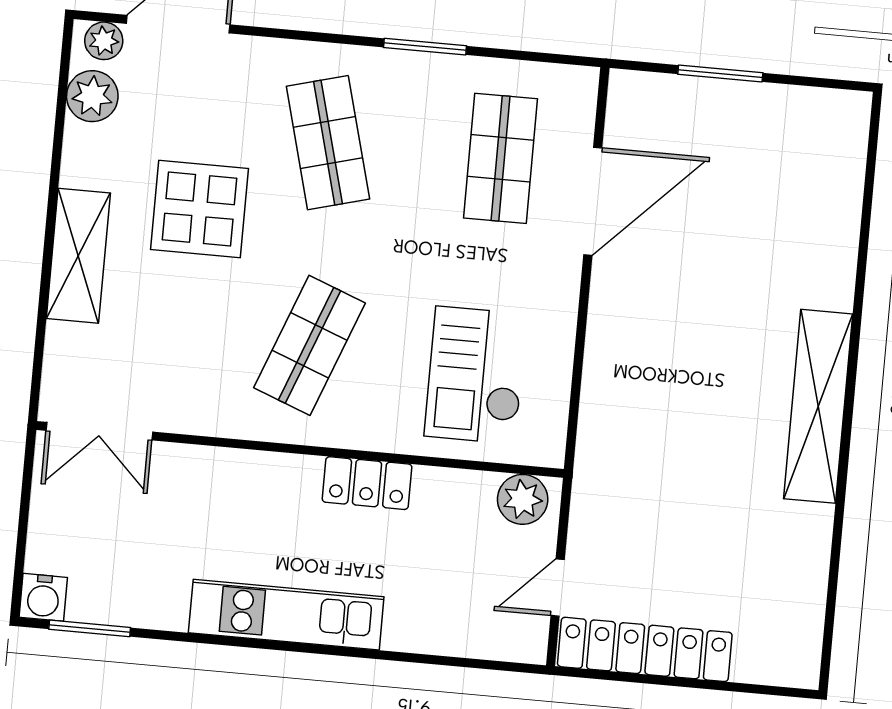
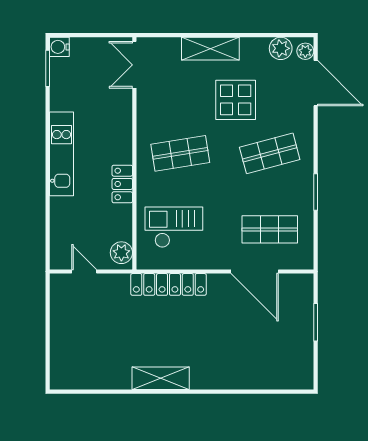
shop shelf: (310, 345) -> (180, 153), turned -30
shelving: (818, 406) -> (161, 378), width x0.68
locker: (645, 649) -> (168, 284), moved, turned 90

